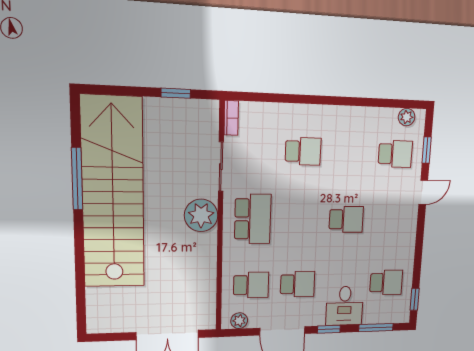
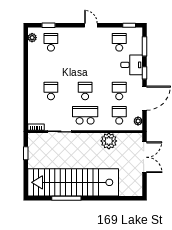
door: (423, 192) -> (91, 25), moved
plant: (201, 215) -> (109, 141), moved
school desk: (346, 219) -> (85, 91), moved

